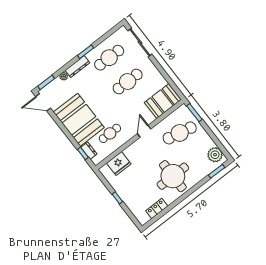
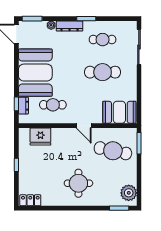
cafe table: (109, 58) -> (103, 40), width x0.73, depth x0.74
door: (144, 131) -> (84, 126), swing flipped
round table: (173, 176) -> (78, 183), width x0.73, depth x0.73
locker: (157, 209) -> (30, 200), moved

